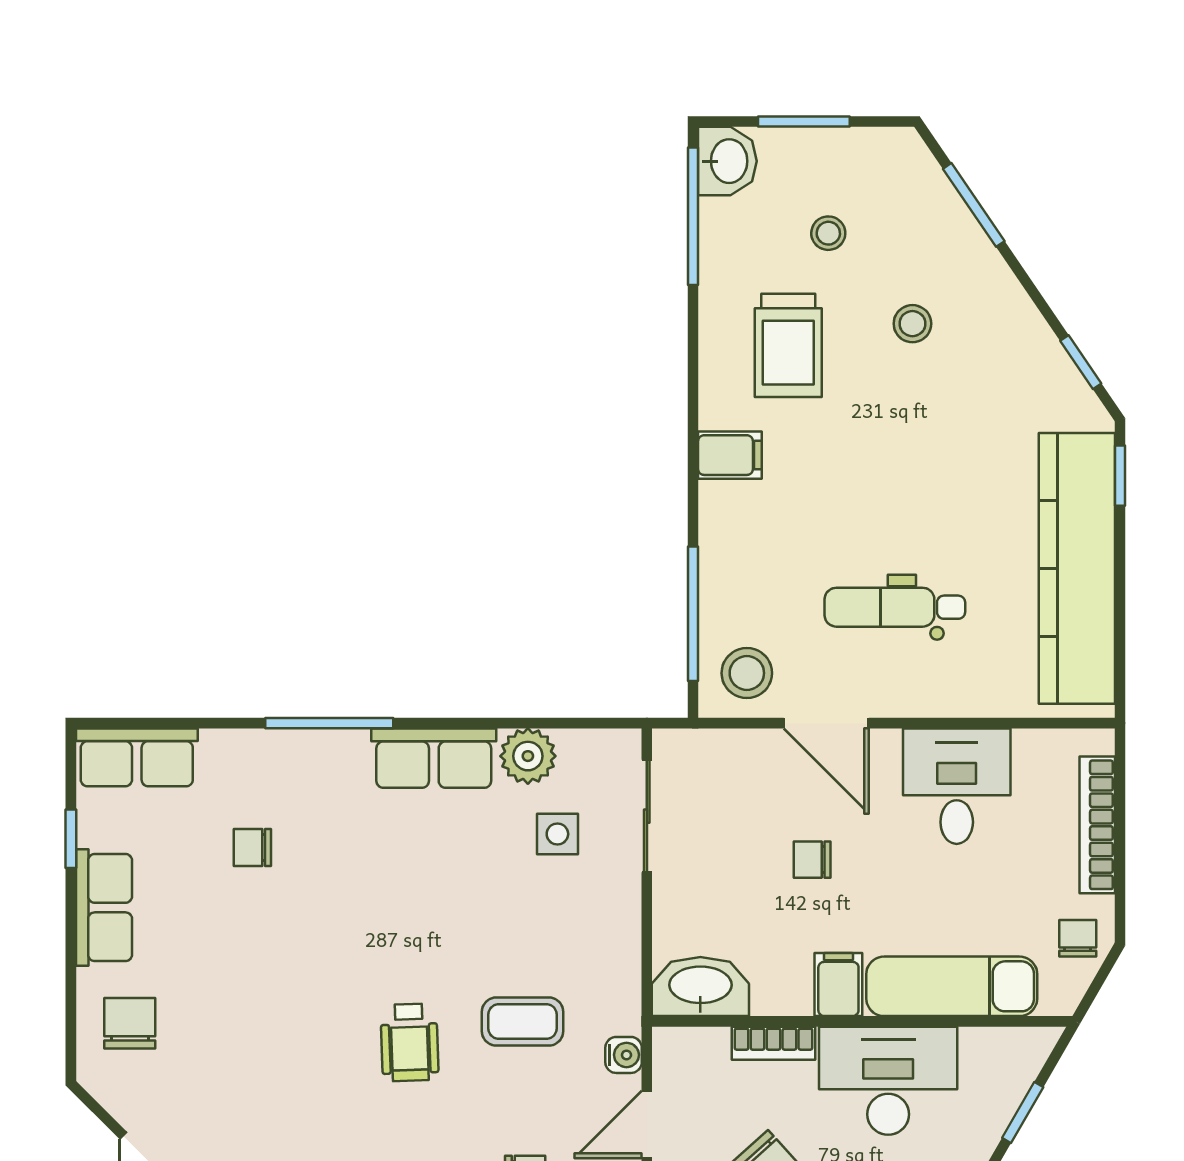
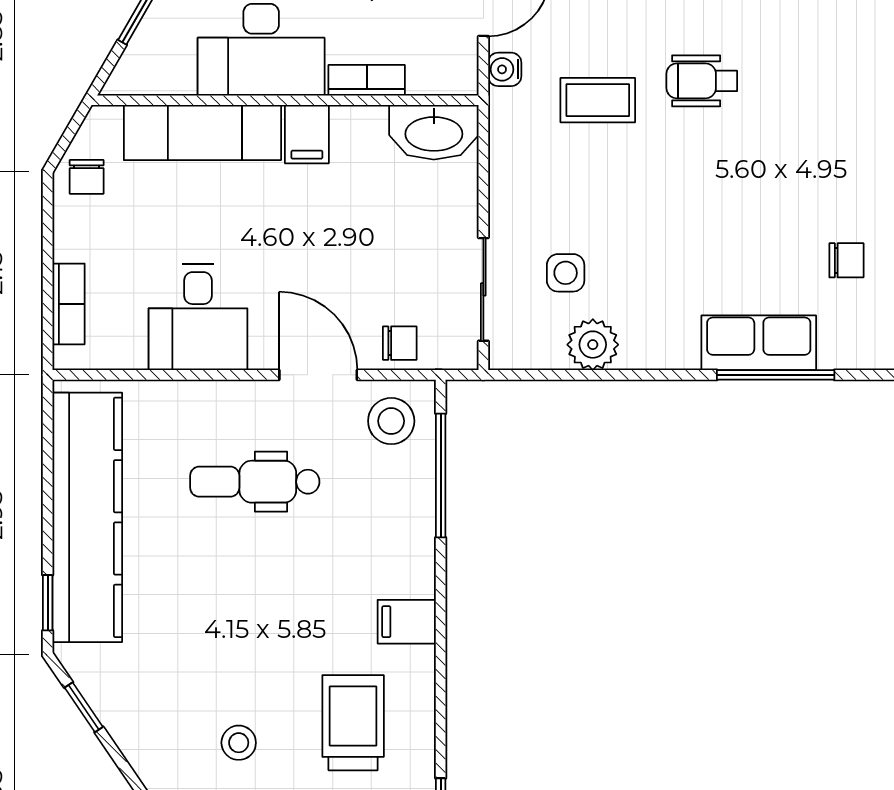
dental chair: (895, 607) -> (255, 482), turned 180
row of seats: (434, 758) -> (759, 343), moved
bookcase: (1097, 825) -> (69, 304), width x0.64
chair: (812, 860) -> (400, 343), moved
wheelchair: (410, 1042) -> (702, 81), turned -88

